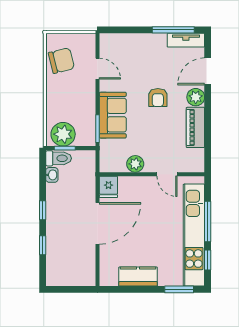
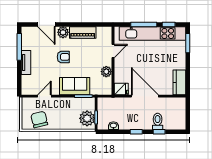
tv unit: (186, 40) -> (26, 62), moved
toilet: (59, 158) -> (158, 121), moved
kitchen counter: (138, 276) -> (179, 82), moved

